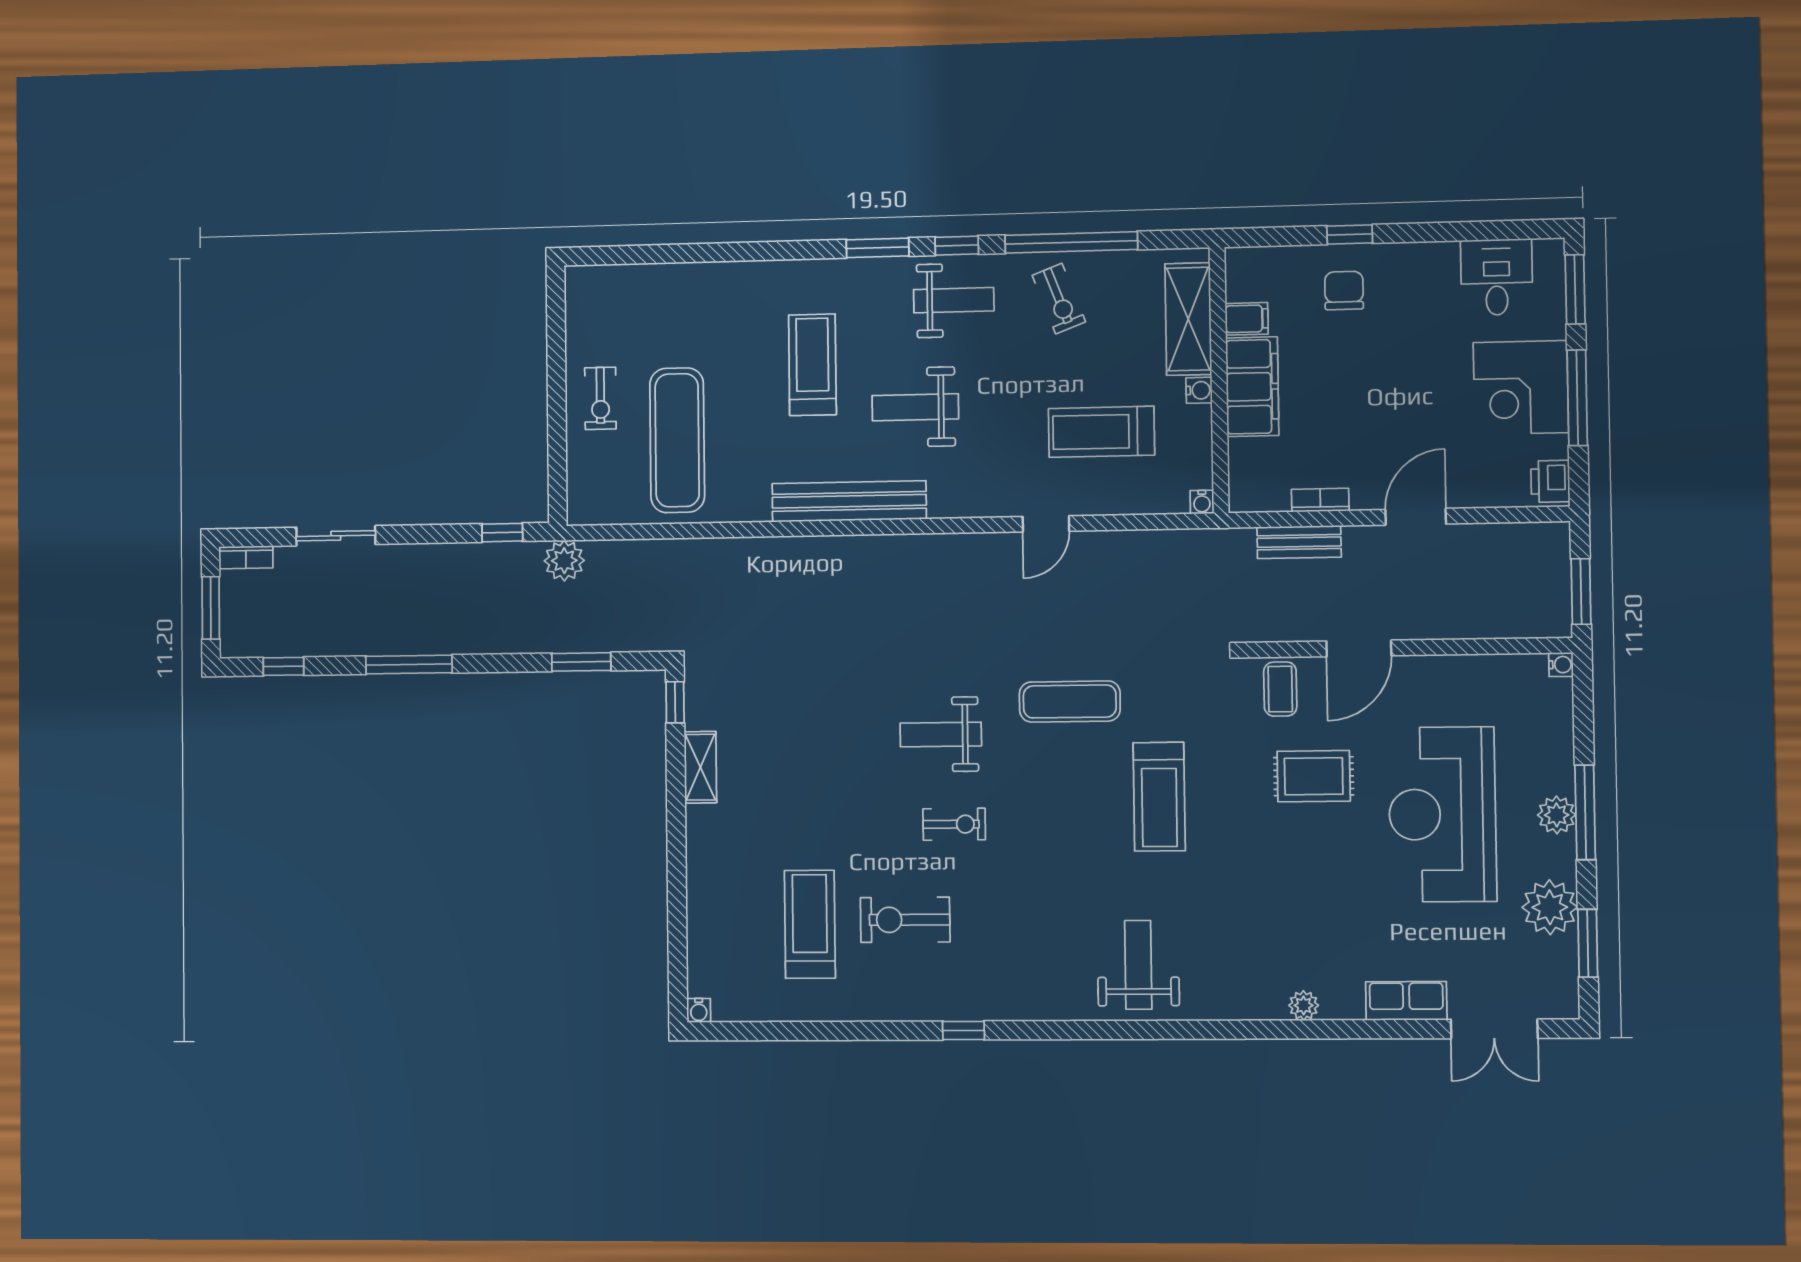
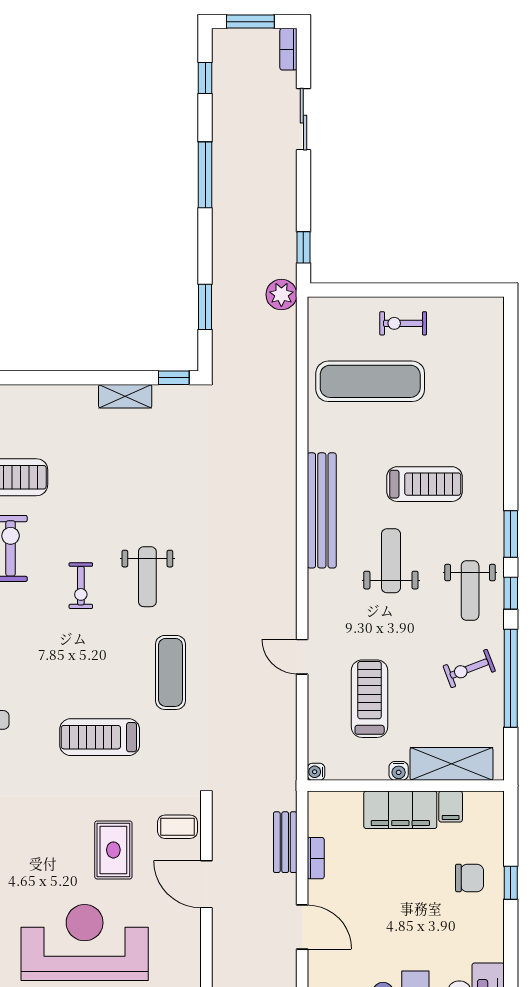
weight bench: (941, 734) -> (147, 577), turned 180

